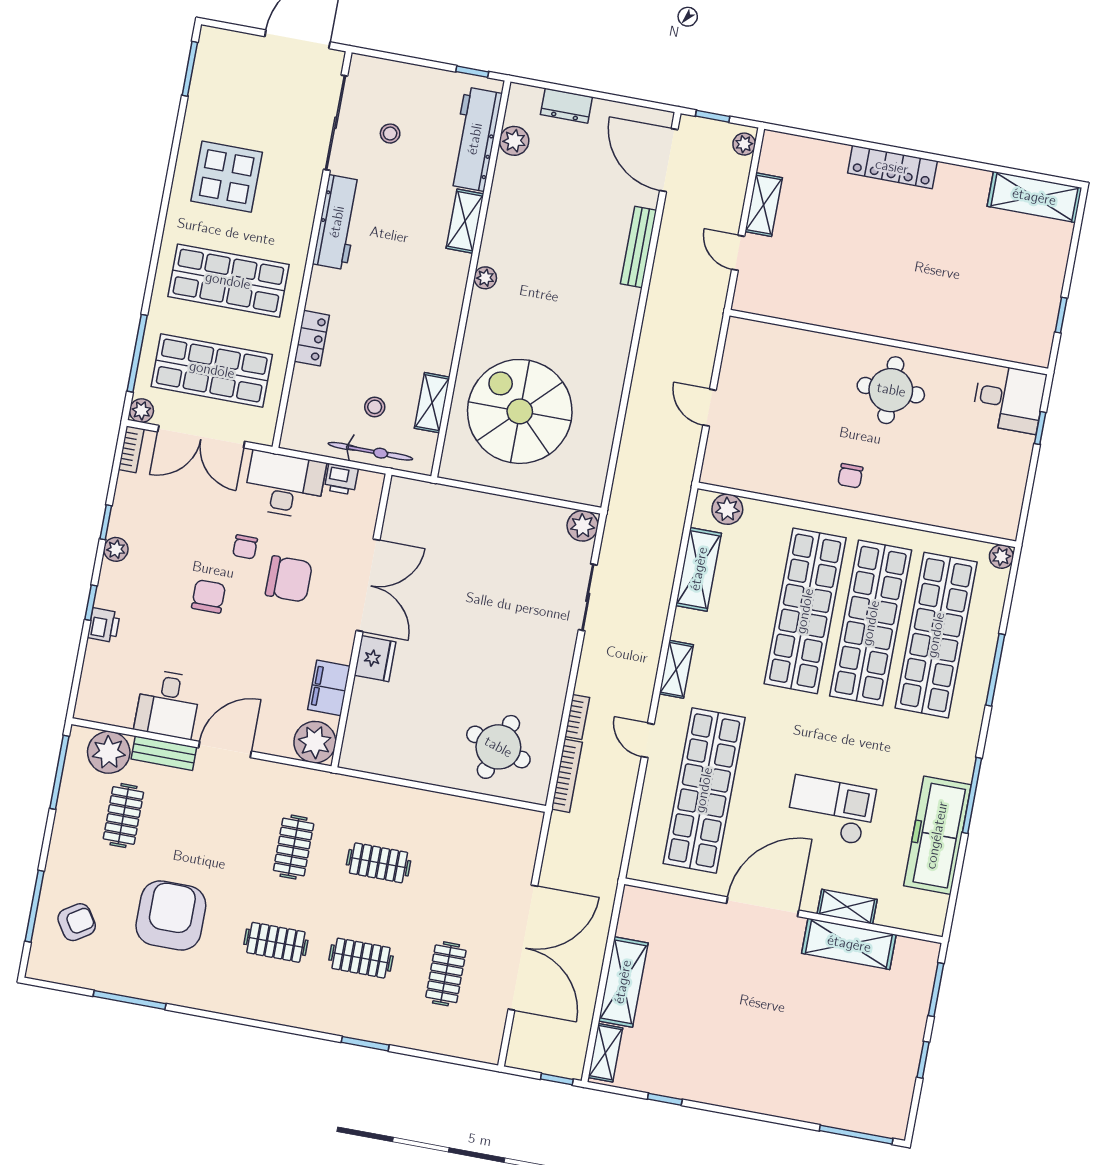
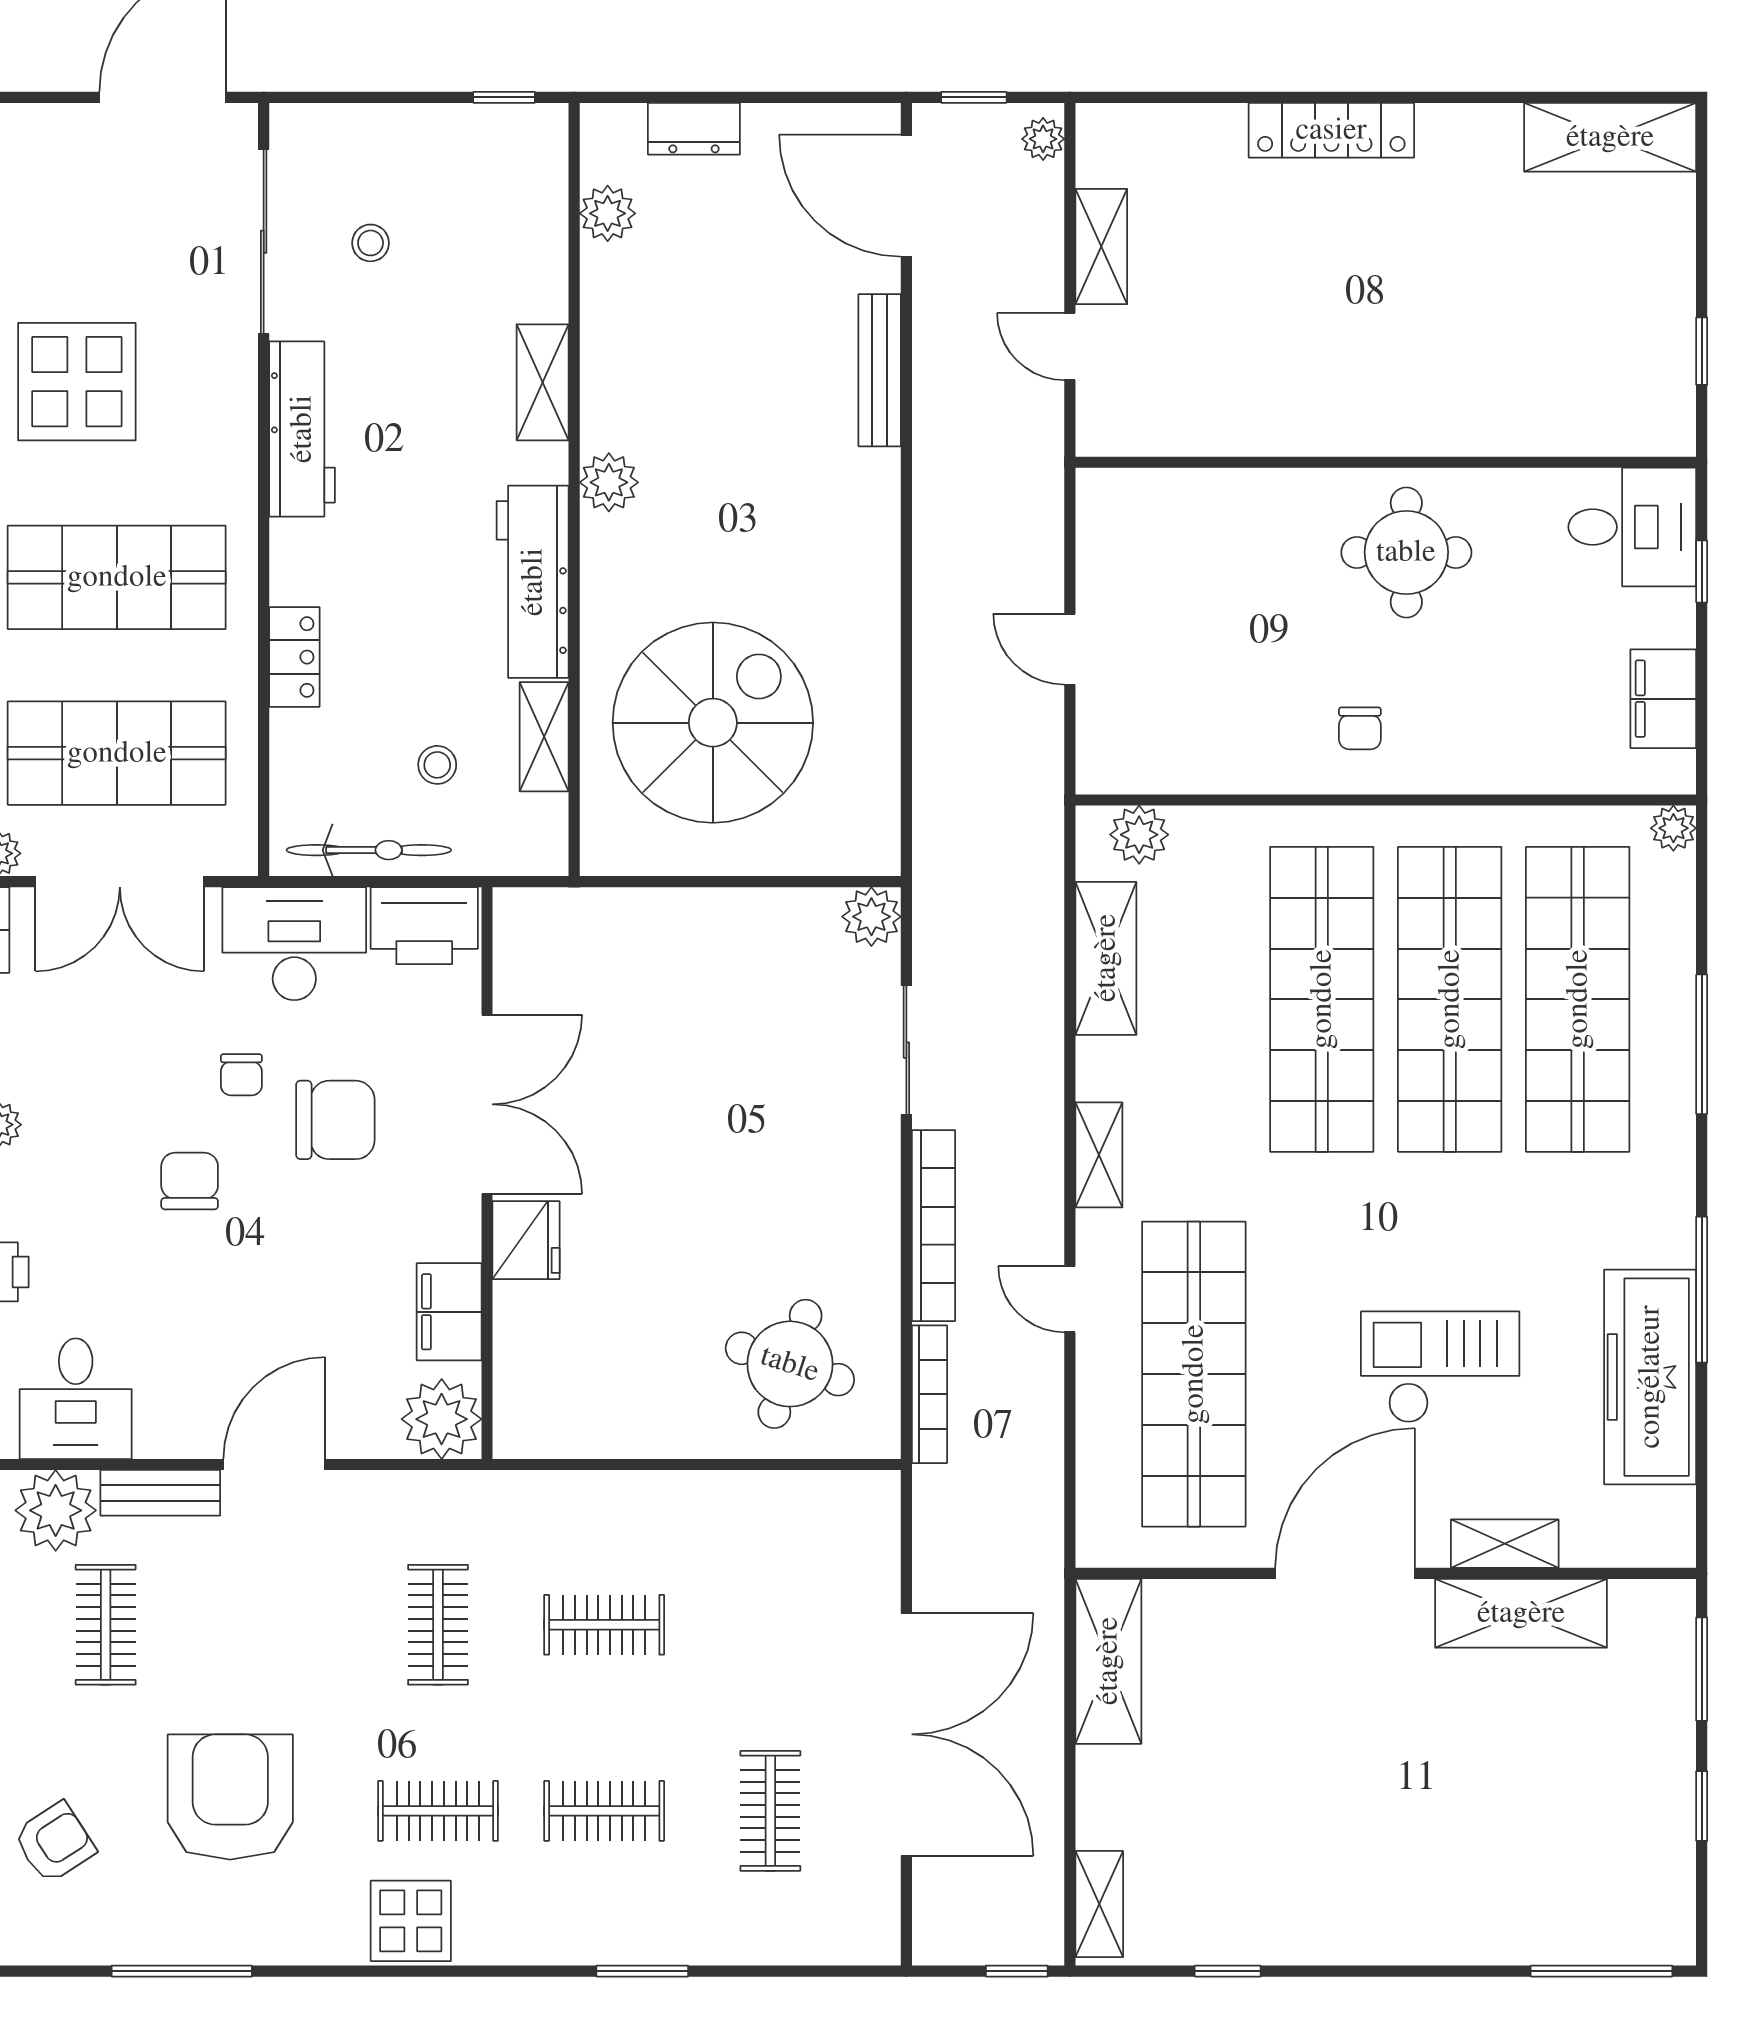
workbench: (475, 139) -> (533, 582), moved
plant: (485, 278) -> (609, 482), width x1.38, depth x1.38
spiral stairs: (520, 411) -> (713, 723), turned 90
bicycle: (370, 451) -> (369, 850), moved
printer: (341, 479) -> (424, 926), width x1.87, depth x1.48
filing cabinet: (1008, 489) -> (1663, 699), added
desk: (168, 704) -> (76, 1399), moved
bookcase: (577, 717) -> (934, 1226), width x2.31, depth x1.31
shelving: (623, 982) -> (1108, 1661), moved
display table: (252, 996) -> (411, 1921), added

